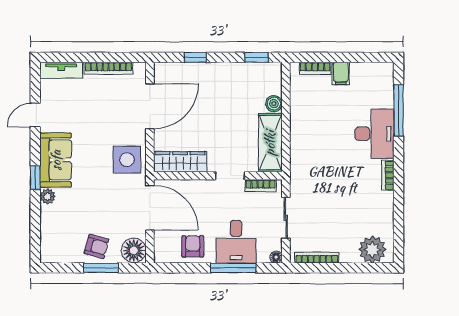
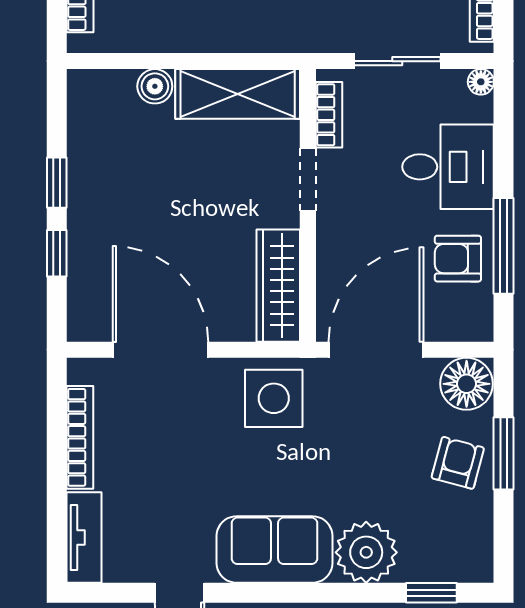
window: (257, 57) -> (57, 183), moved
window: (35, 178) -> (431, 593), moved
plant: (48, 196) -> (366, 552), width x1.87, depth x1.87
window: (233, 268) -> (504, 246), moved

